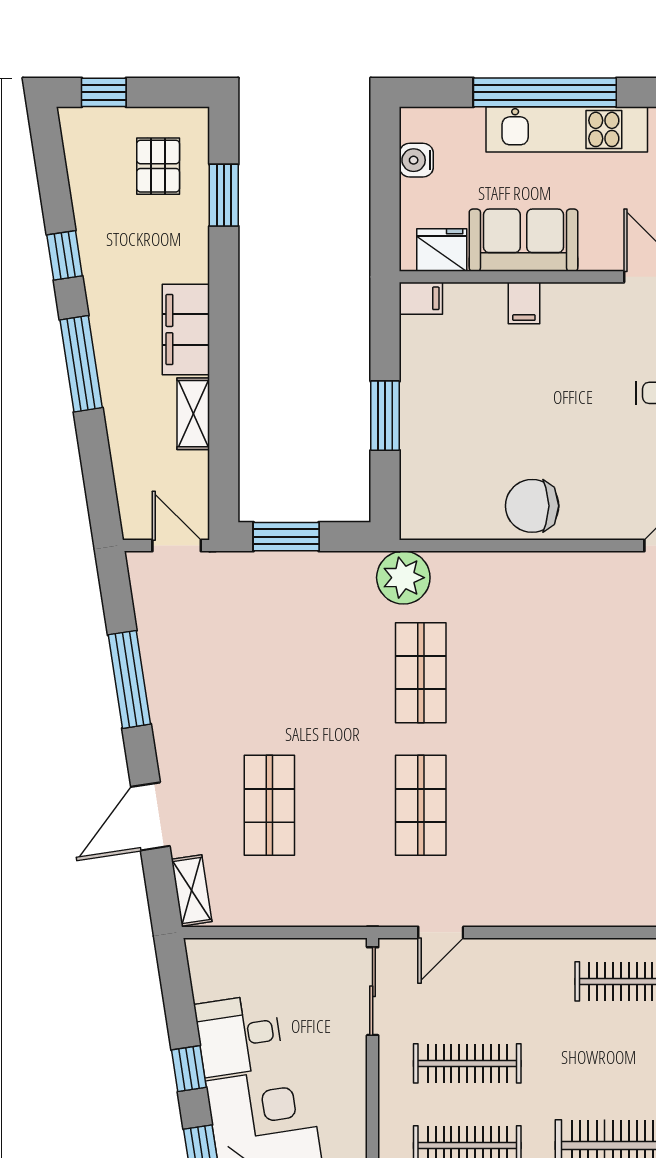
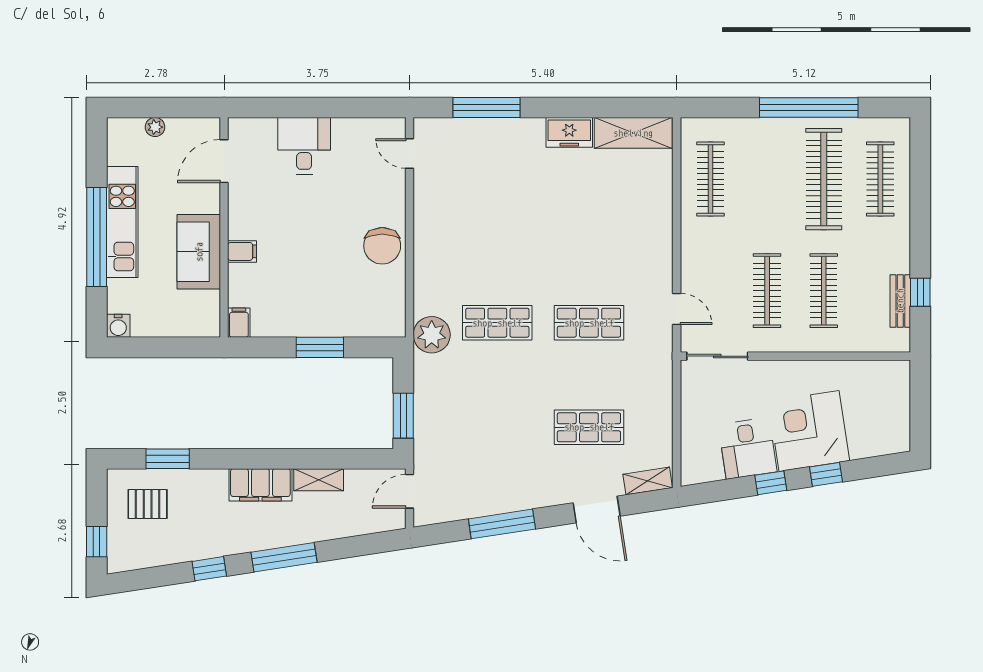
water cooler: (416, 160) -> (118, 326), moved
fridge: (442, 250) -> (206, 308), removed

